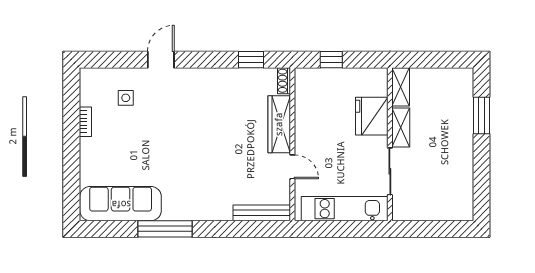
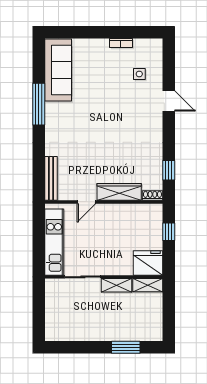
fridge: (372, 116) -> (148, 263), moved

